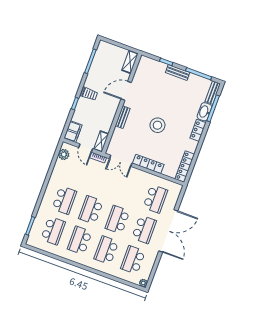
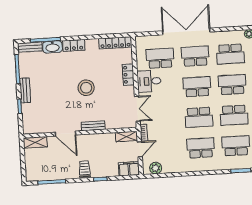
locker: (148, 164) -> (128, 75), width x0.66
desk: (140, 181) -> (149, 81), added
school desk: (117, 220) -> (197, 87), turned 180
school desk: (106, 250) -> (232, 85), turned 180

